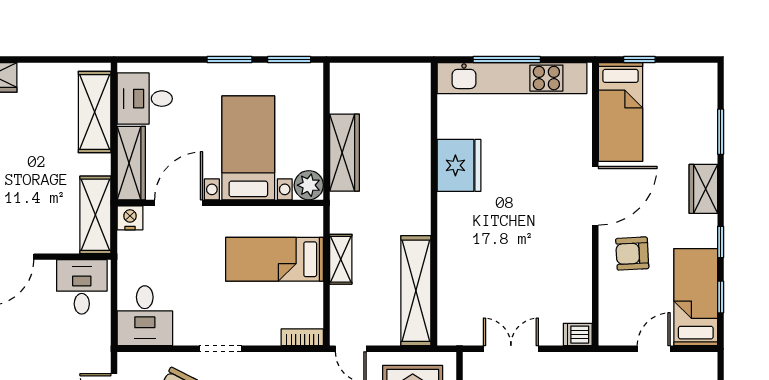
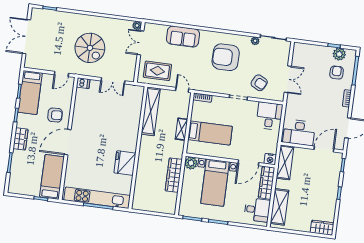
desk: (82, 287) -> (299, 132), width x1.37
door: (654, 349) -> (61, 74), moved

